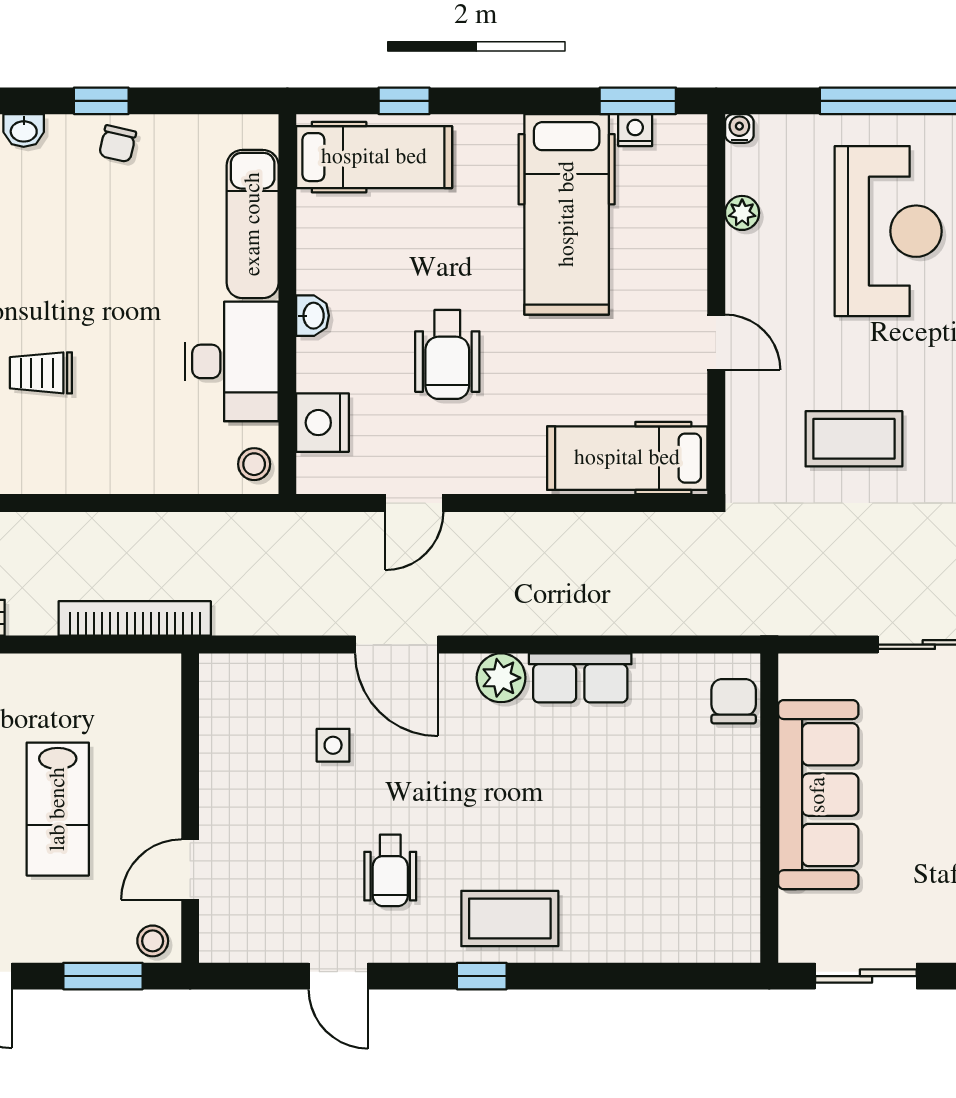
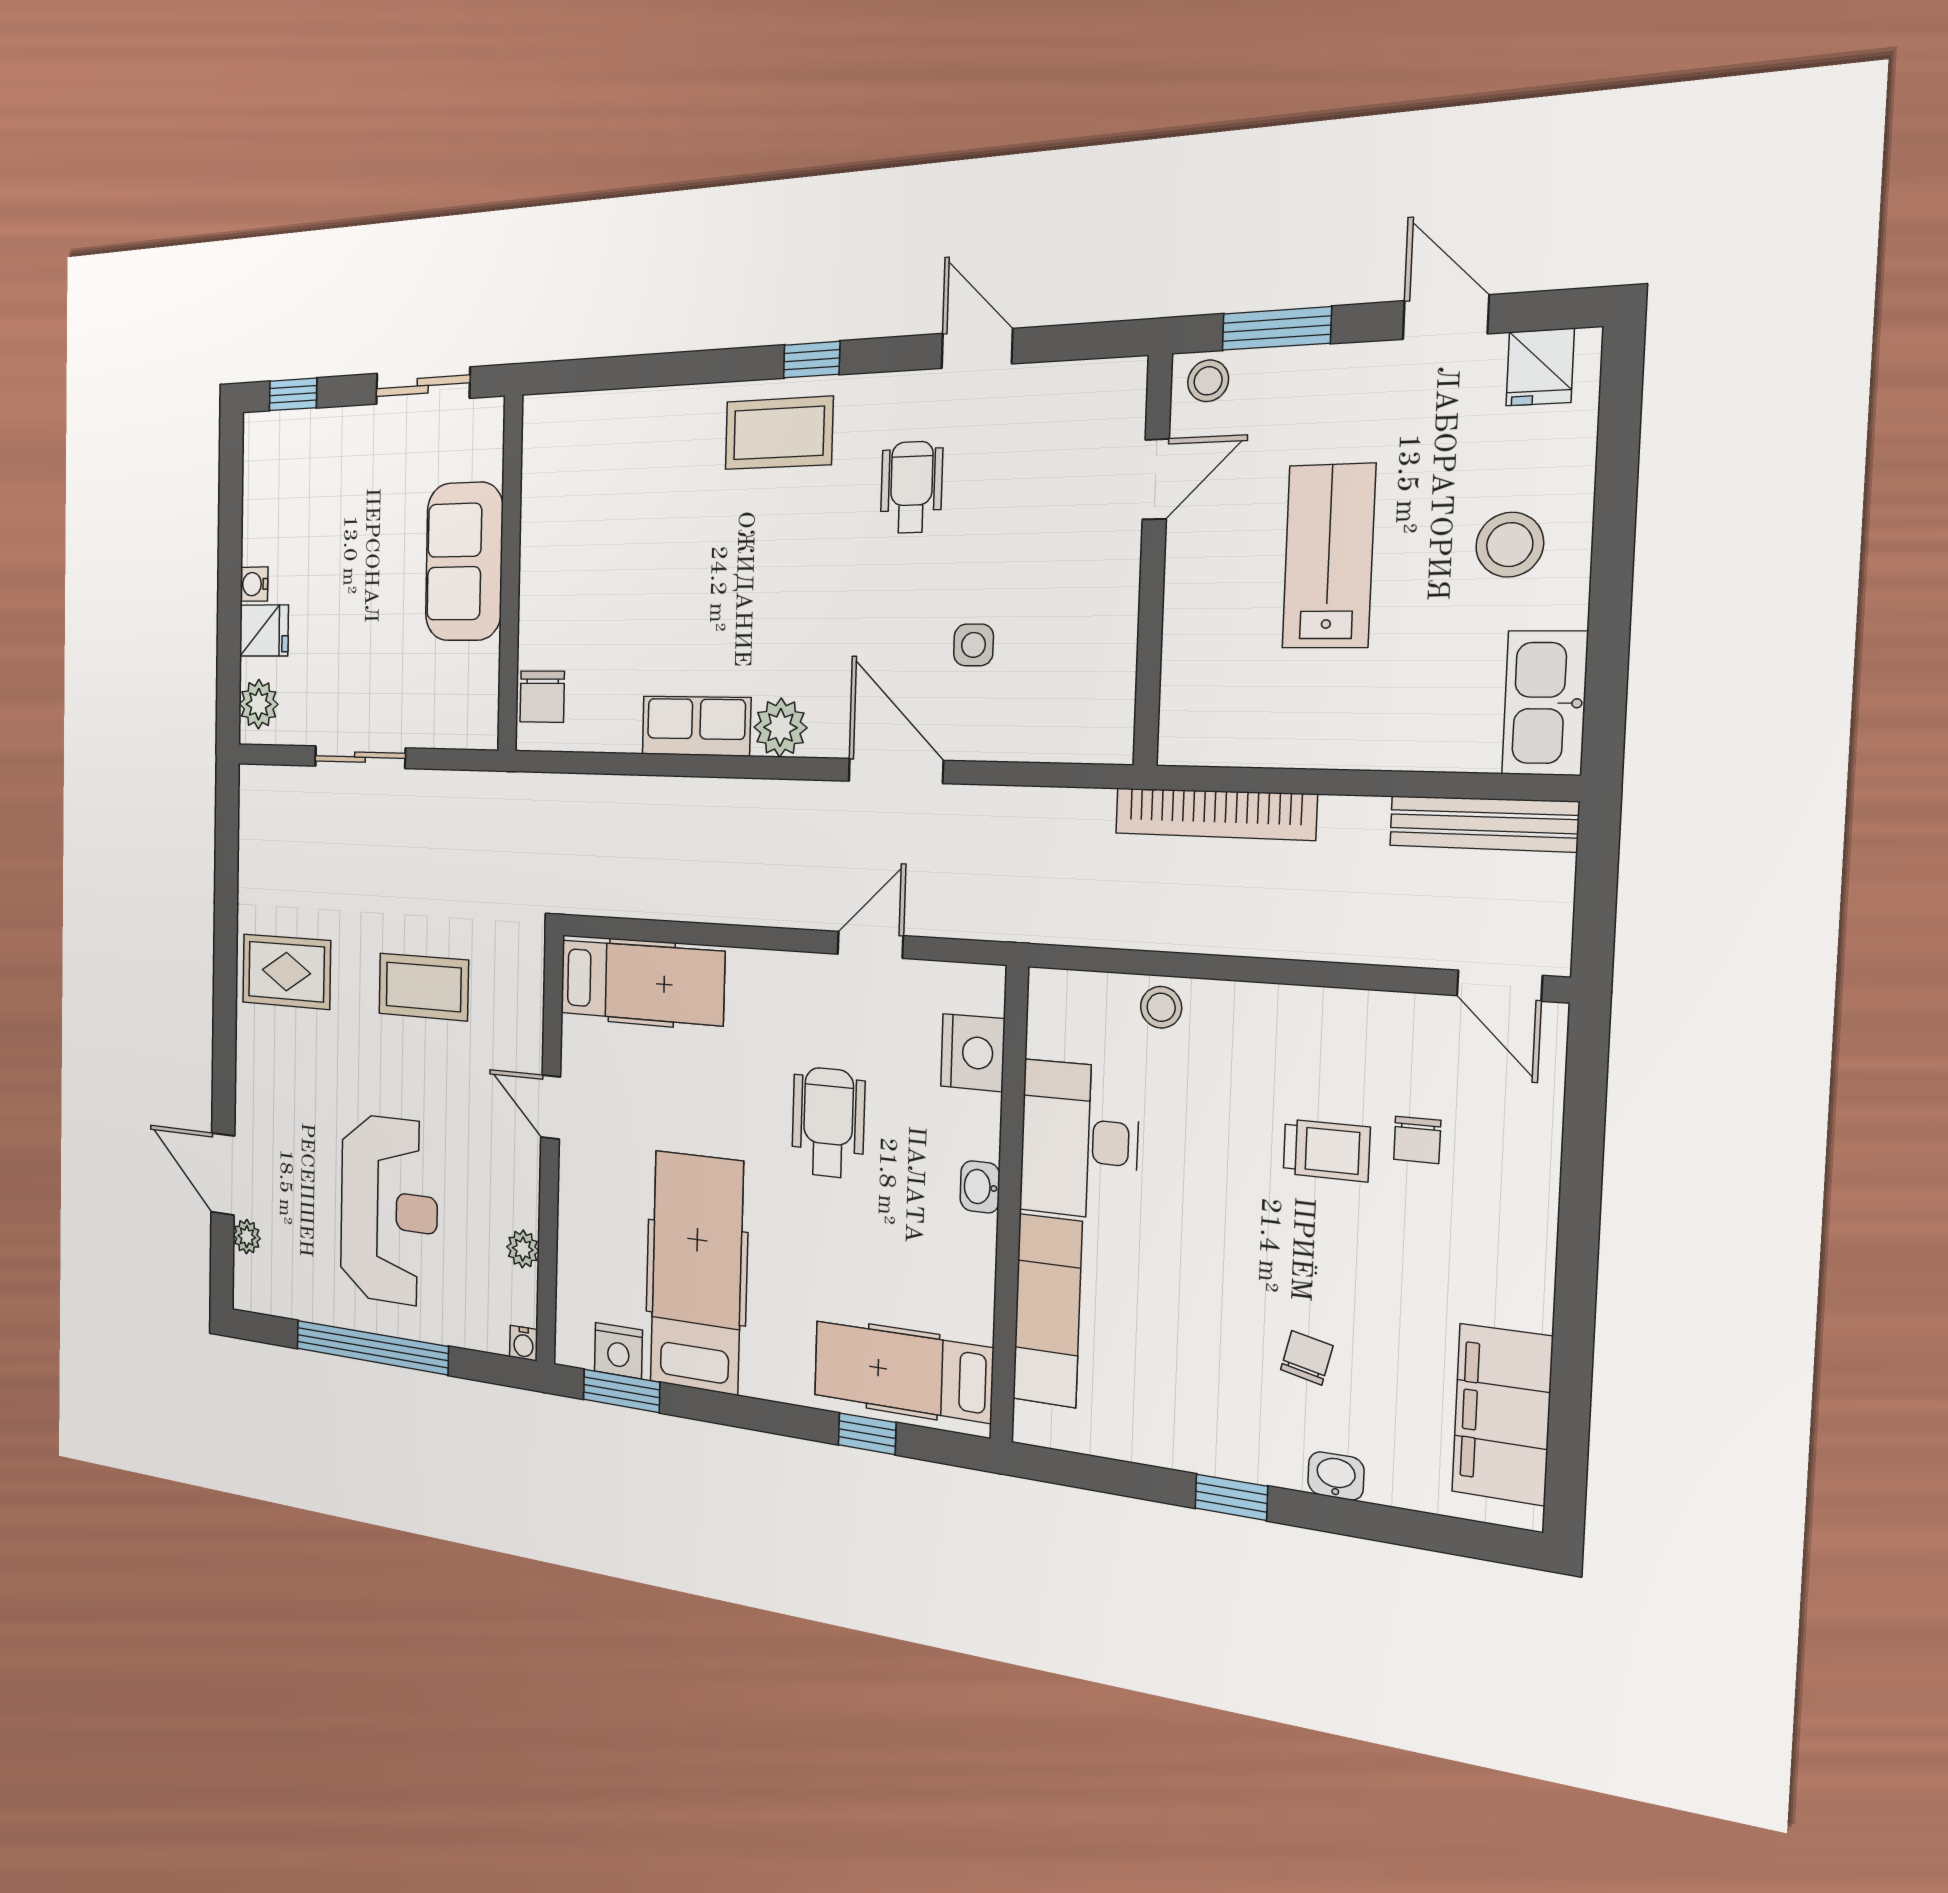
nightstand: (635, 130) -> (618, 1351), width x1.39, depth x1.35
chair: (118, 144) -> (1307, 1358), moved
reception desk: (888, 231) -> (389, 1210), turned 180
stool: (254, 464) -> (1161, 1007), moved
sofa: (818, 795) -> (464, 562), width x0.73

